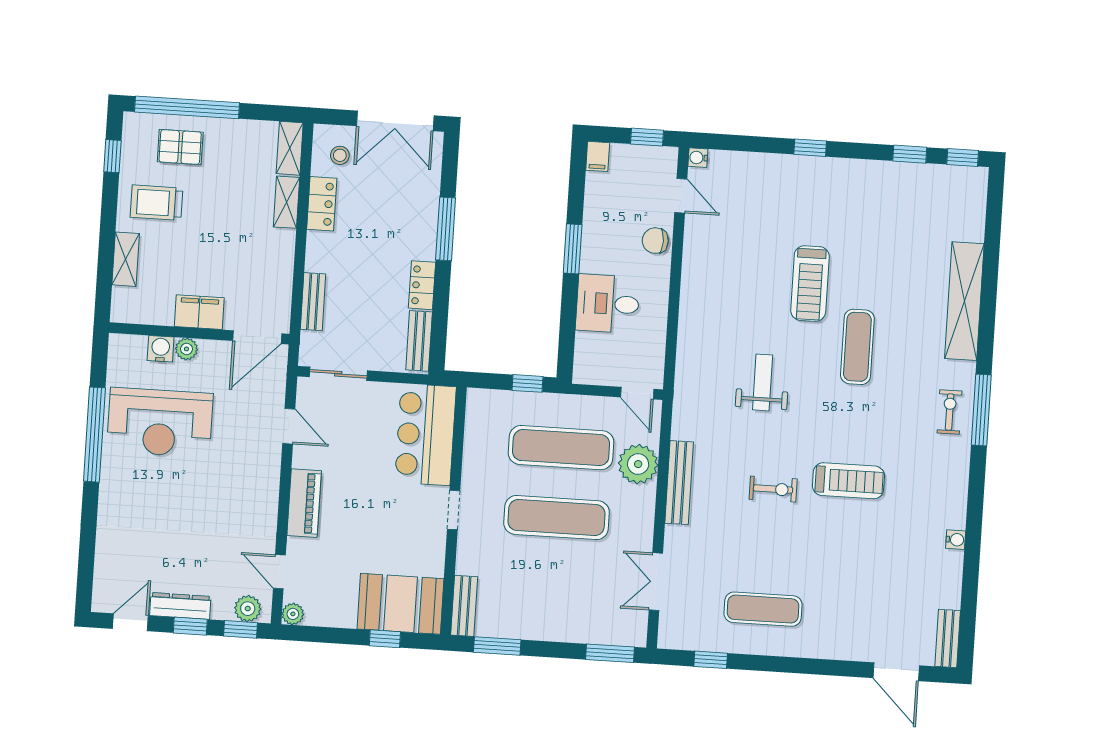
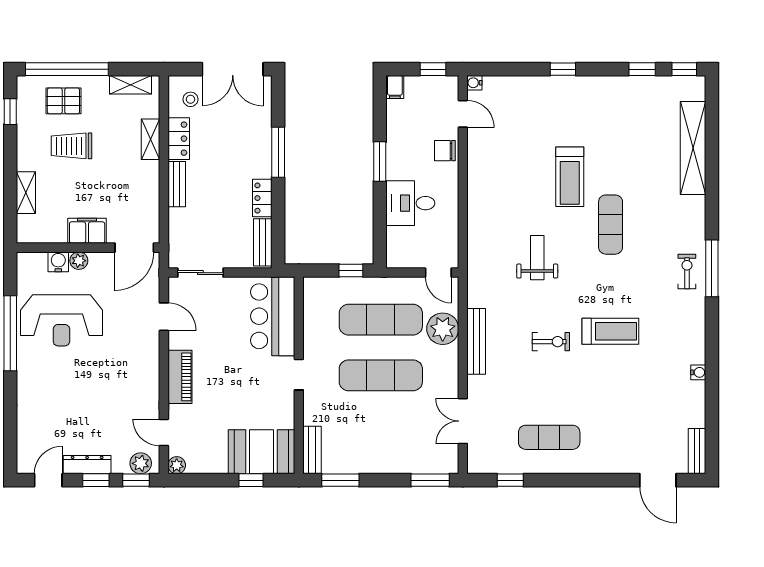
shelving: (290, 148) -> (131, 85), moved, turned 90
trolley: (157, 203) -> (72, 146), moved
shelving: (964, 301) -> (693, 148), moved
bench: (313, 302) -> (177, 184), moved

